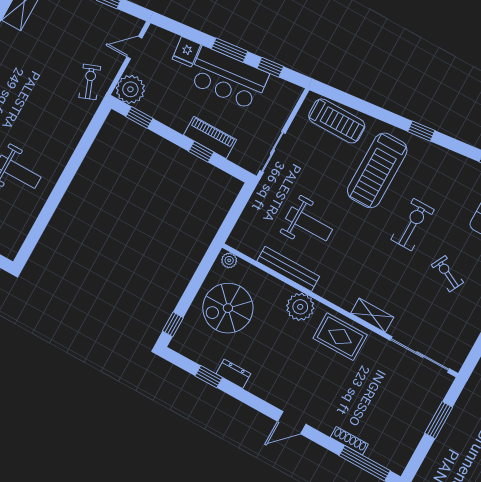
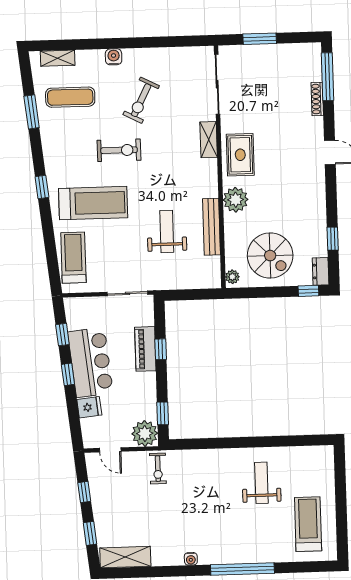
window: (230, 50) -> (68, 374), width x0.67
exercise bike: (90, 82) -> (158, 469), turned -69
exercise bike: (413, 225) -> (119, 150), turned 180
exercise bike: (447, 274) -> (141, 100), width x1.38, depth x1.39
dresser: (233, 374) -> (321, 271), moved

